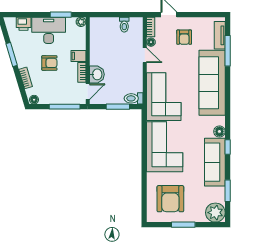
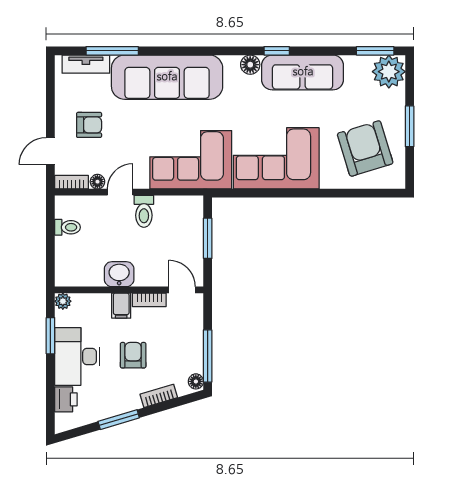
washbasin: (97, 74) -> (119, 274), moved
toilet: (134, 98) -> (144, 211), moved
window: (65, 107) -> (208, 356), moved
window: (228, 191) -> (375, 51), moved
armchair: (170, 199) -> (365, 148), turned -107

